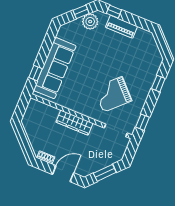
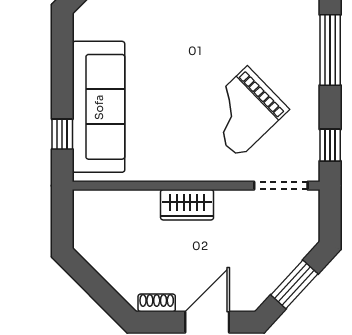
window: (158, 84) -> (330, 50), width x2.17
wardrobe: (74, 123) -> (187, 205), width x0.67

